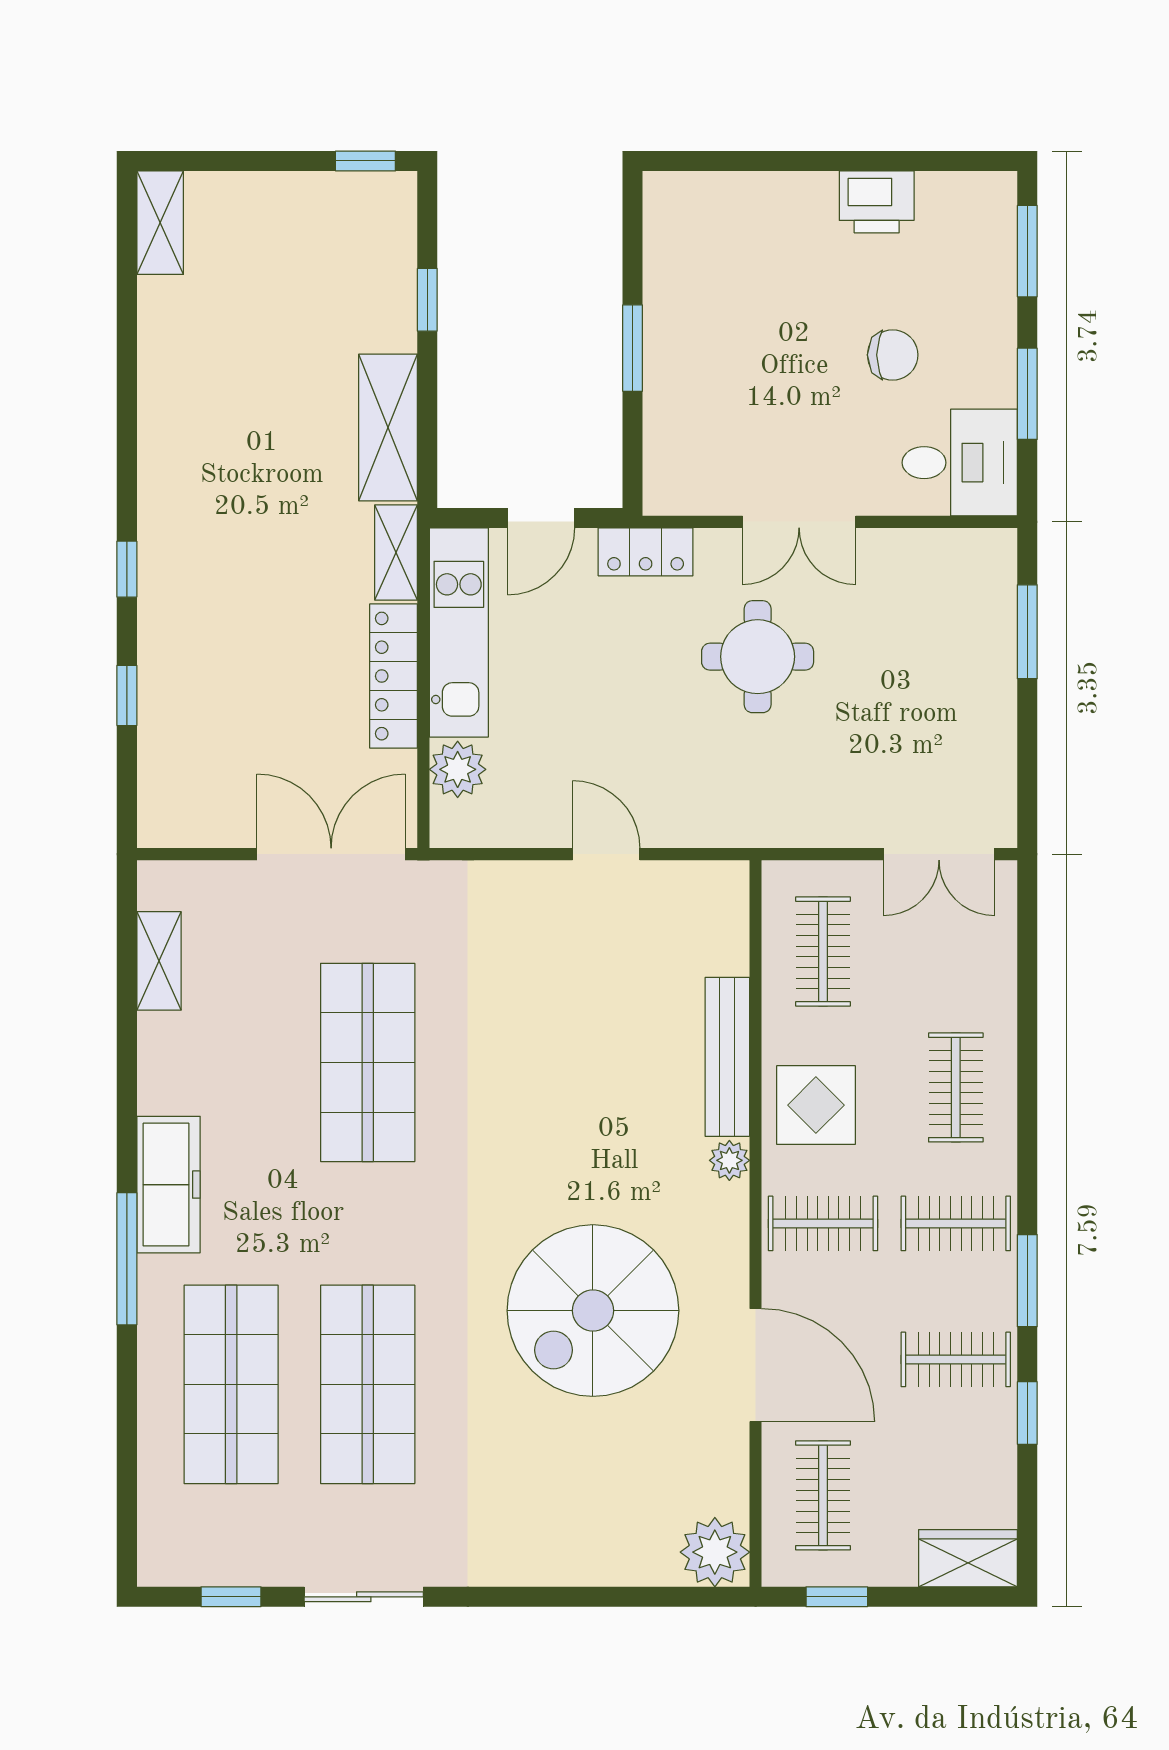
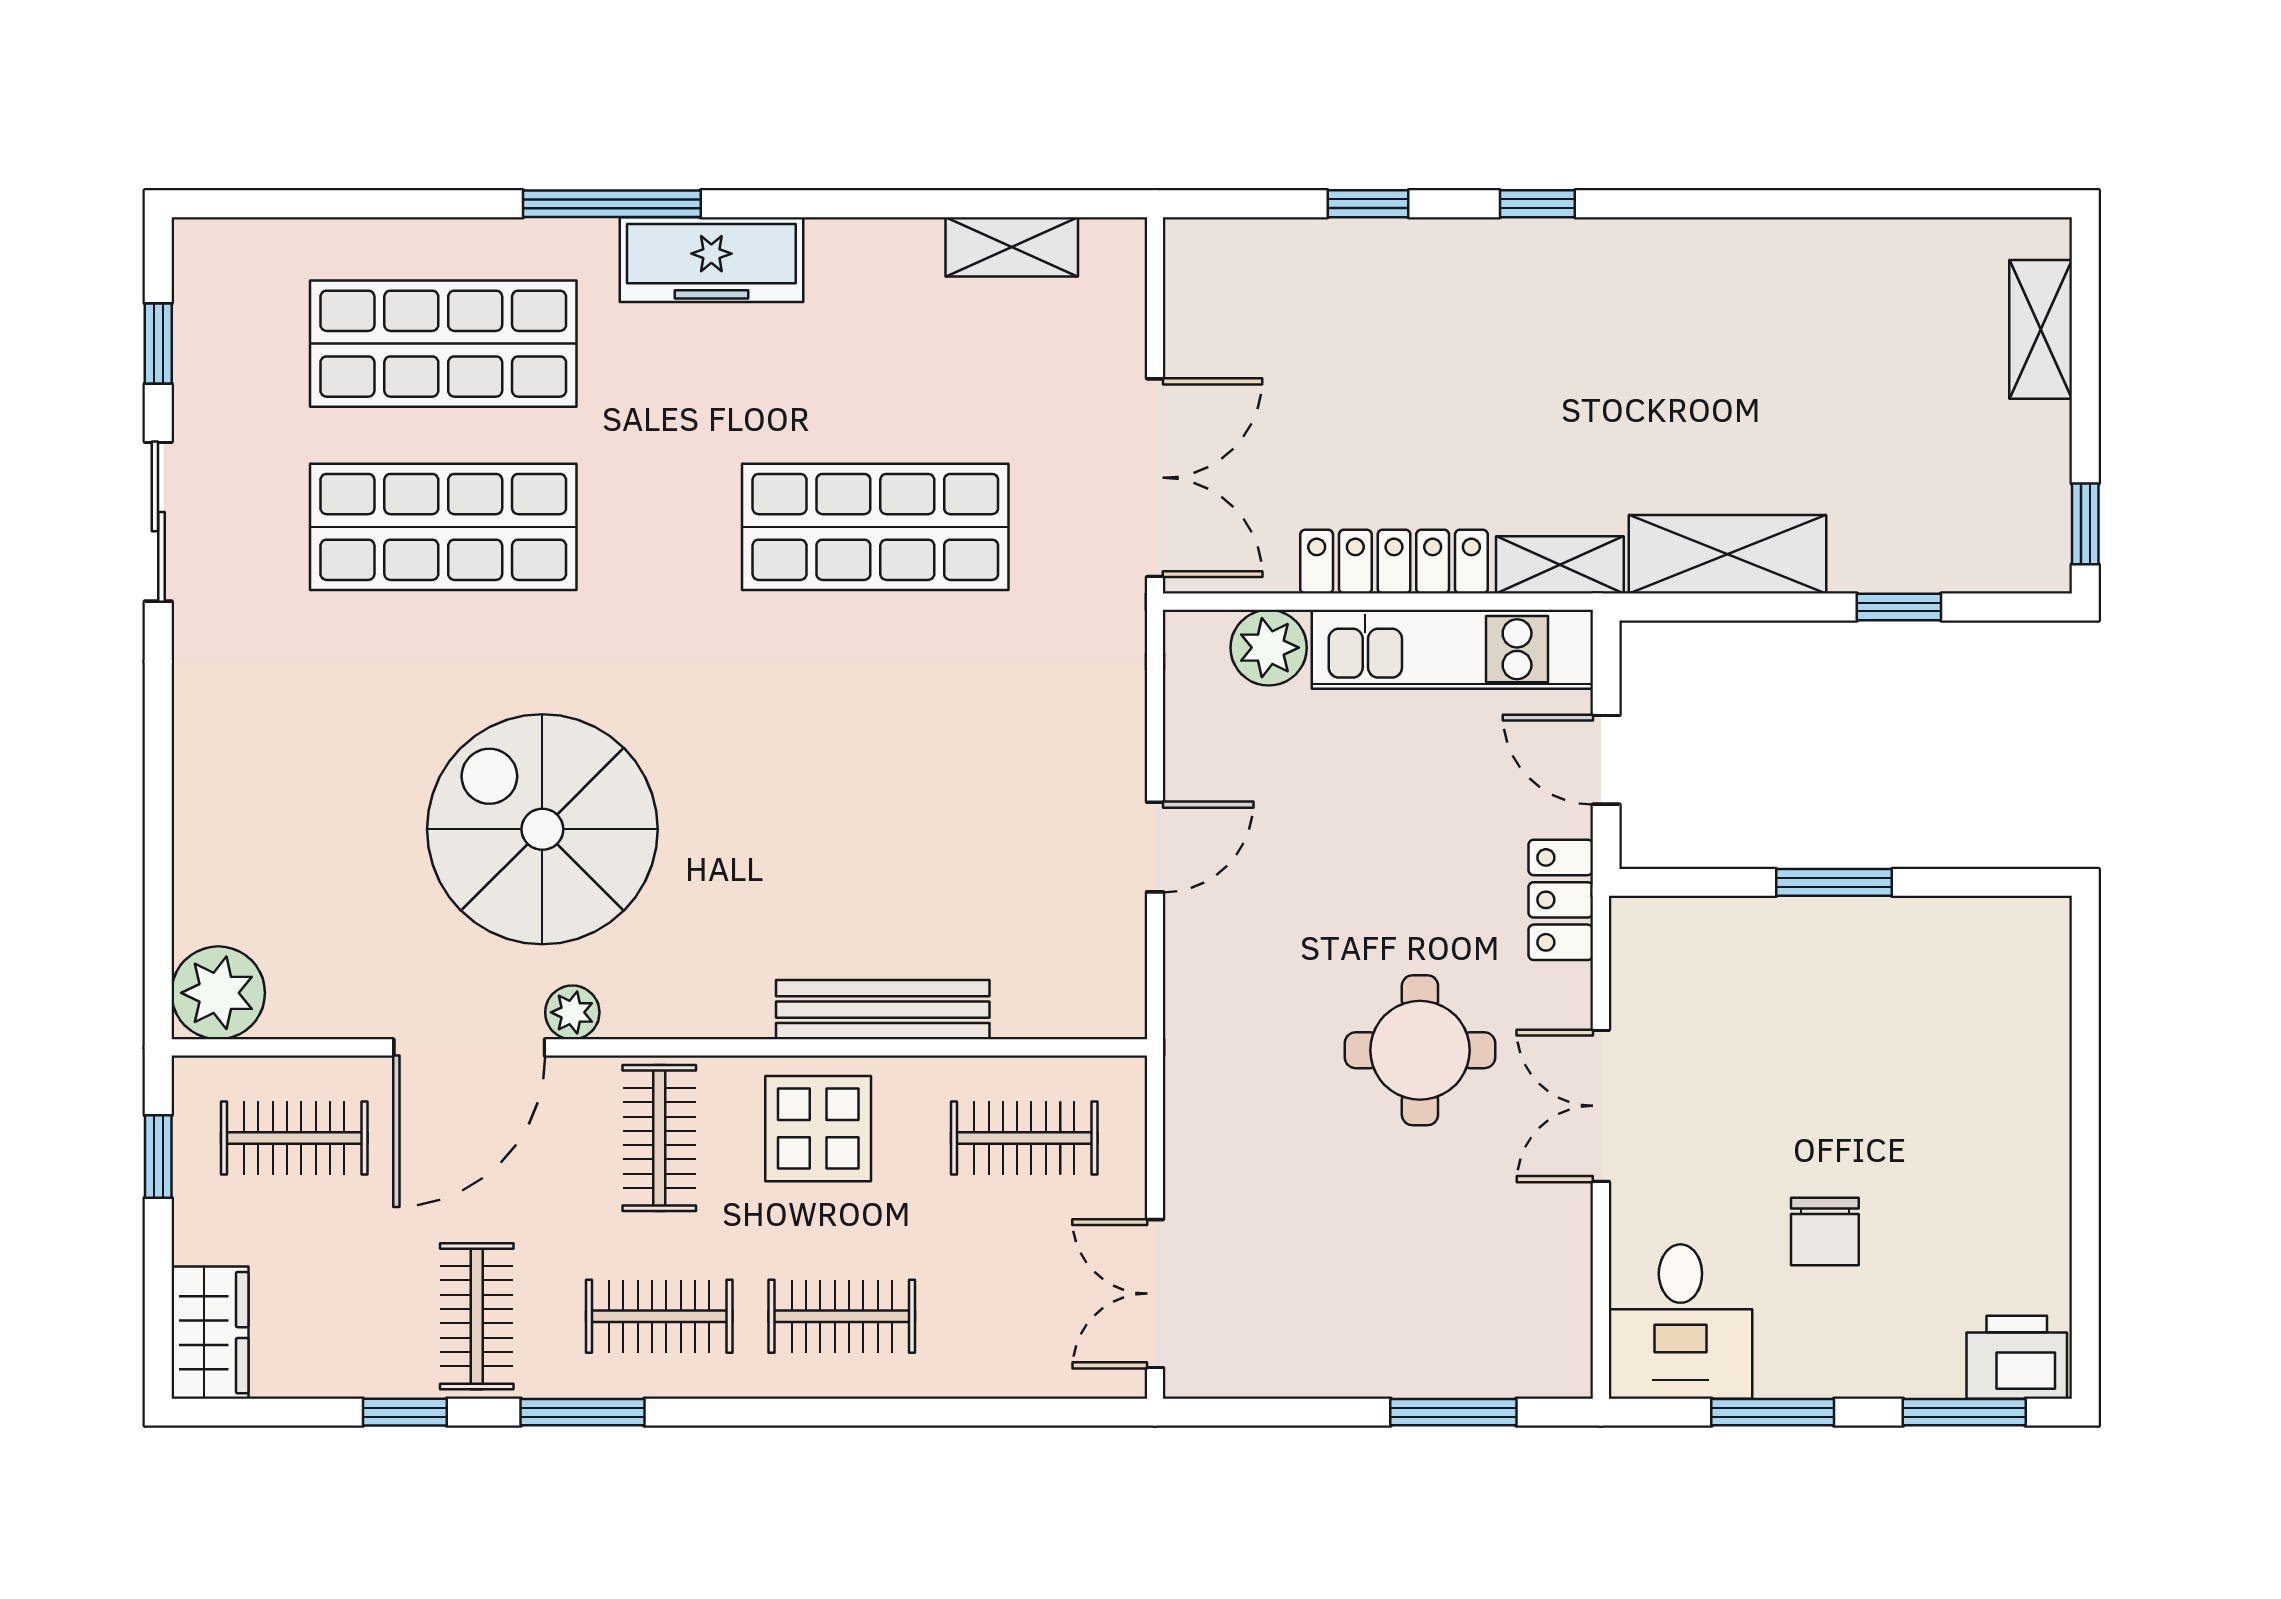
printer: (877, 202) -> (2017, 1357), moved, turned 90
shelving: (160, 223) -> (2041, 329), moved, turned 90
plant: (729, 1160) -> (572, 1012), moved
clothes rail: (956, 1223) -> (659, 1316), turned 90

